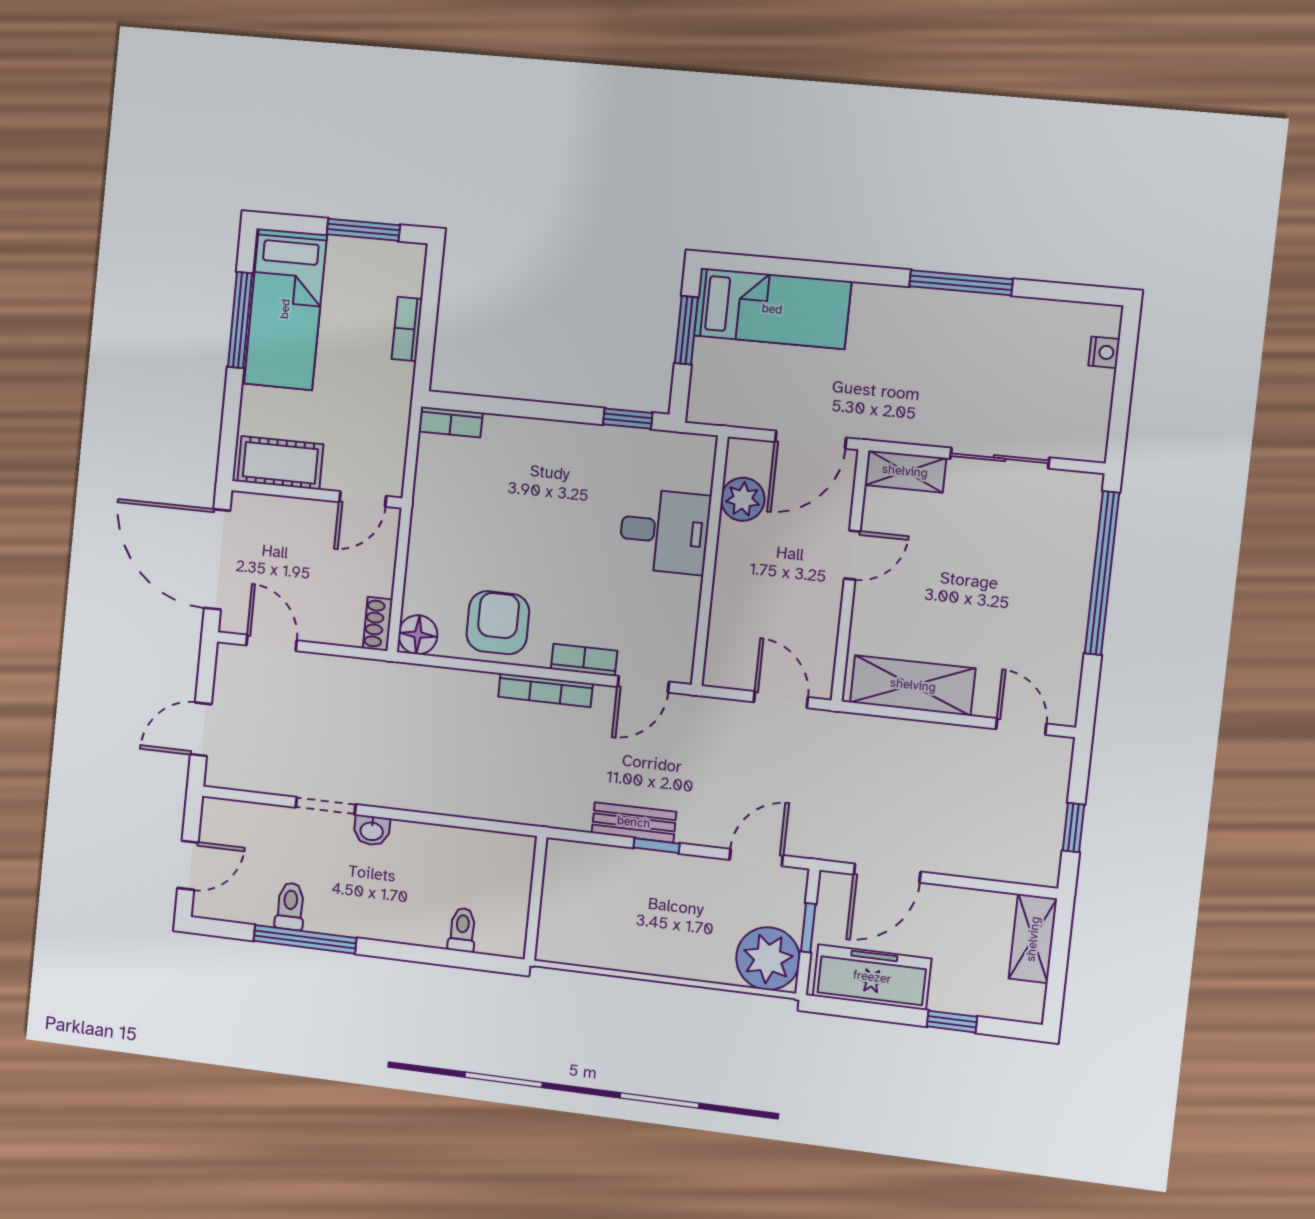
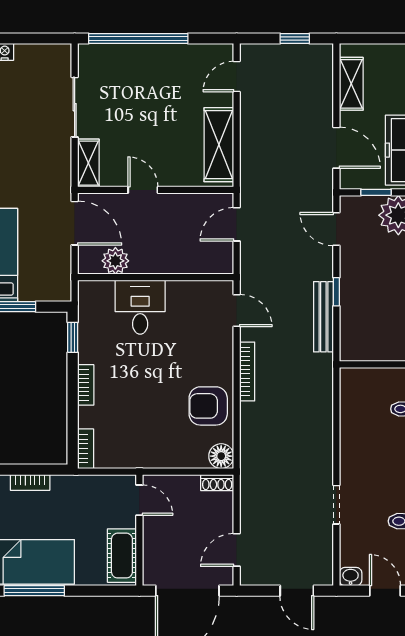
bookcase: (584, 660) -> (86, 385), moved, turned 180
bench: (634, 822) -> (323, 317), width x1.36
washbasin: (372, 830) -> (351, 577), moved, turned -90
shelving: (1033, 939) -> (351, 84), moved, turned 90

